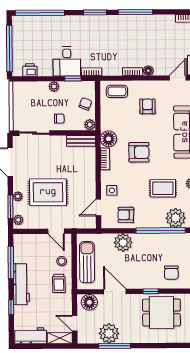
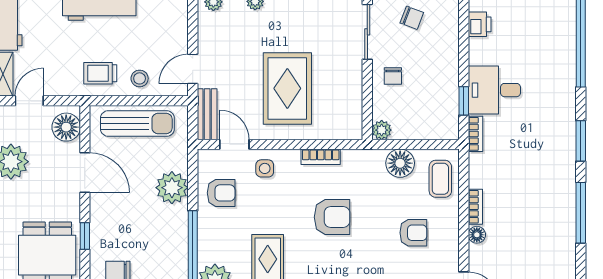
plant: (54, 87) -> (450, 67), removed
chair: (85, 104) -> (412, 18), moved
floor lamp: (109, 139) -> (400, 163), moved
bench: (81, 141) -> (207, 114), moved
armchair: (139, 152) -> (332, 217), turned -90
rug: (48, 192) -> (287, 88), moved
armchair: (126, 215) -> (221, 193), turned 89
door: (115, 292) -> (85, 173), hinge flipped

